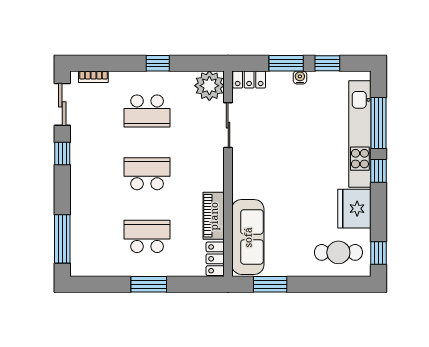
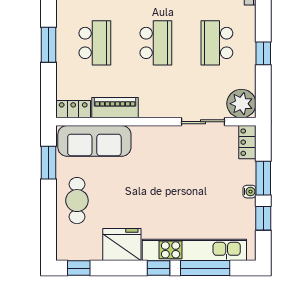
cafe table: (338, 252) -> (77, 201), moved

